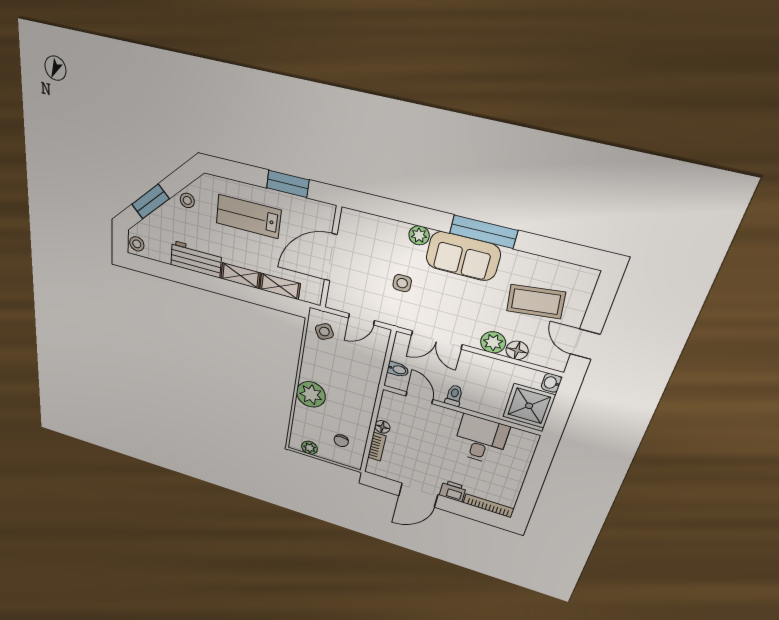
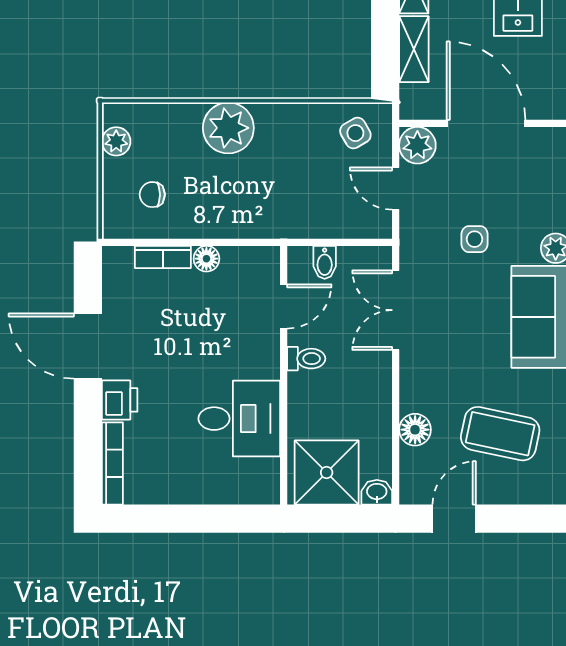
coffee table: (536, 302) -> (500, 434), turned -71
plant: (493, 342) -> (417, 145), moved

